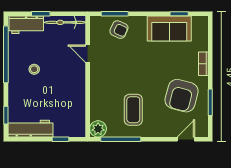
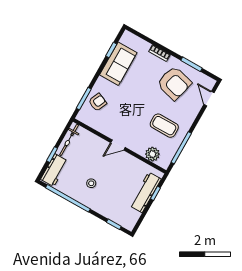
door: (88, 54) -> (118, 145), moved
workbench: (31, 129) -> (145, 192), moved
plant: (98, 129) -> (152, 154), moved

